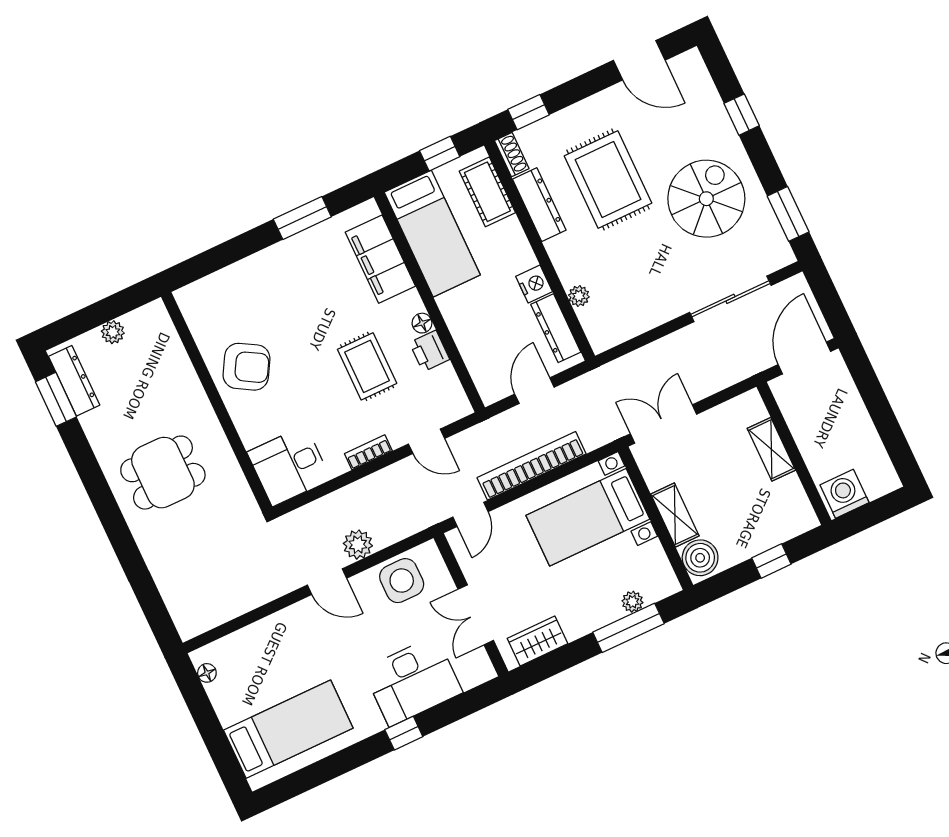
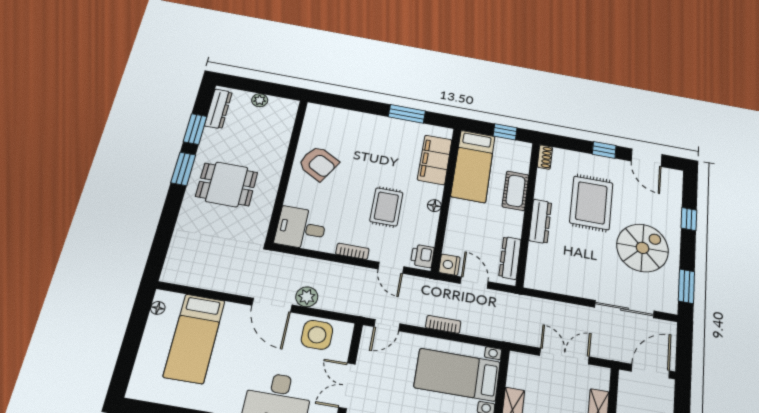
window: (528, 112) -> (604, 150), moved
cot: (487, 192) -> (516, 191), moved
dresser: (539, 205) -> (540, 221), moved
nightstand: (534, 284) -> (449, 265), moved, turned 180
plant: (579, 296) -> (535, 250), removed
printer: (430, 351) -> (422, 256), moved
door: (534, 391) -> (474, 283), hinge flipped
window: (56, 399) -> (195, 129), moved
double door: (664, 424) -> (565, 356), moved
bookcase: (532, 466) -> (443, 324), width x0.43, depth x0.76
window: (98, 489) -> (183, 169), added
door: (327, 582) -> (272, 305), width x1.38
bed: (288, 729) -> (194, 338), moved, turned 90

